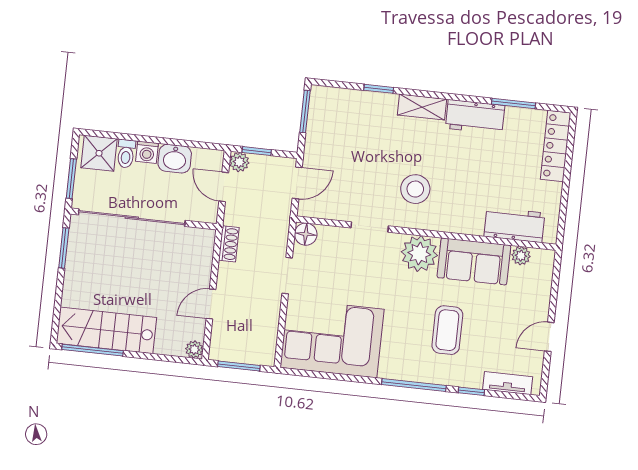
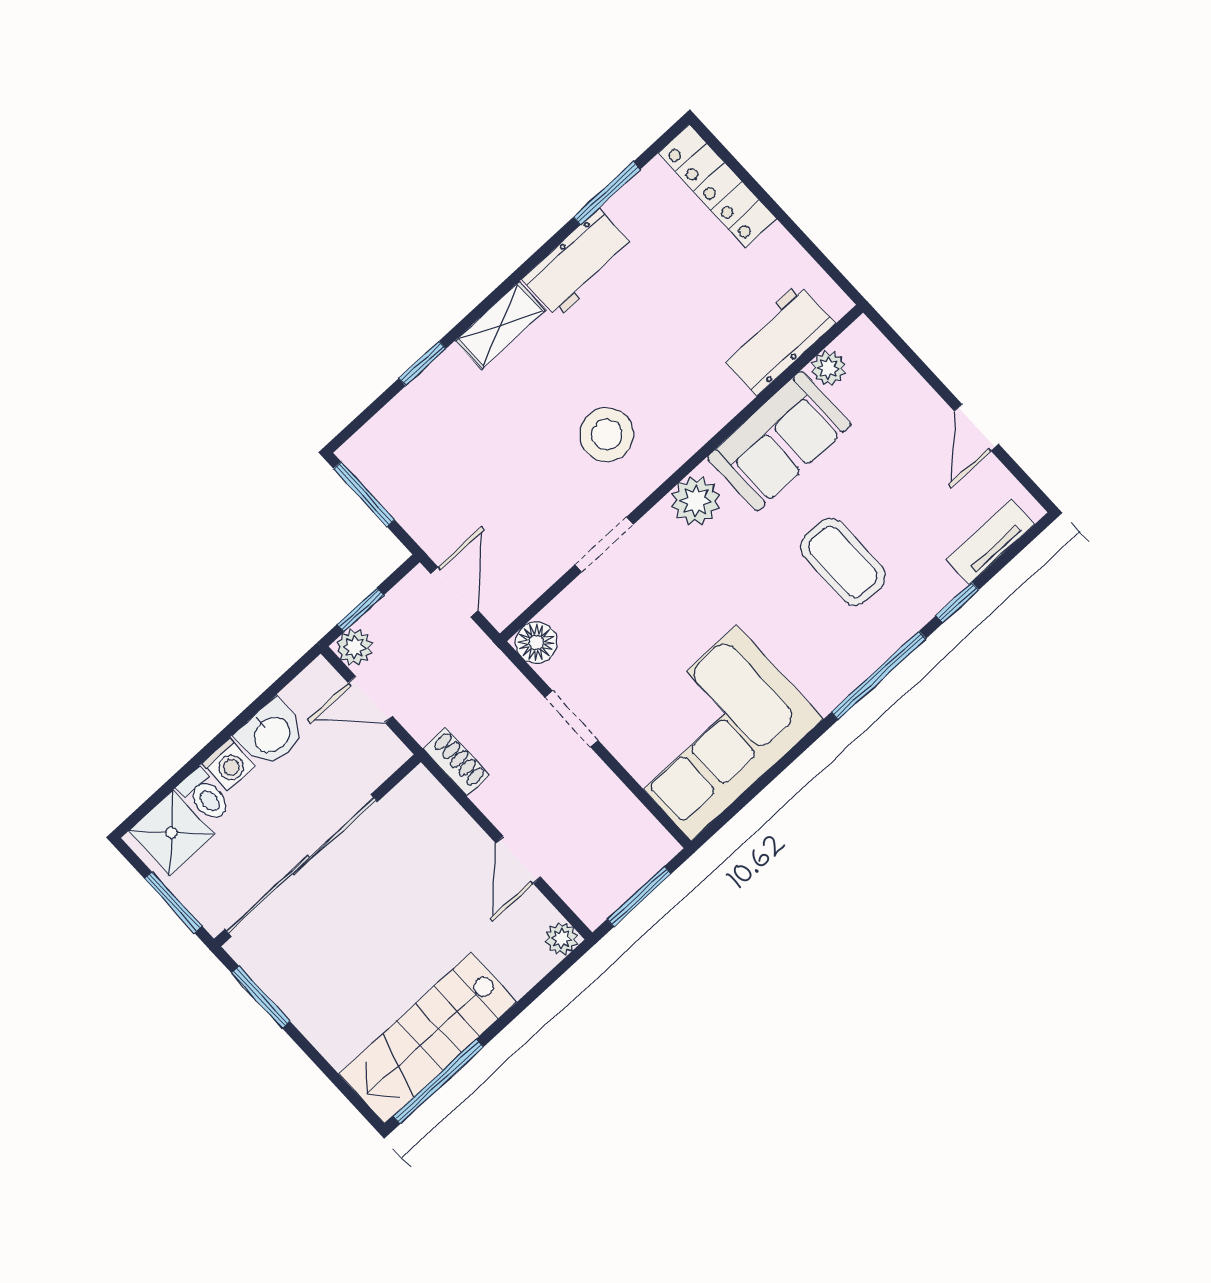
plant: (419, 254) -> (696, 501), width x0.73, depth x0.73

